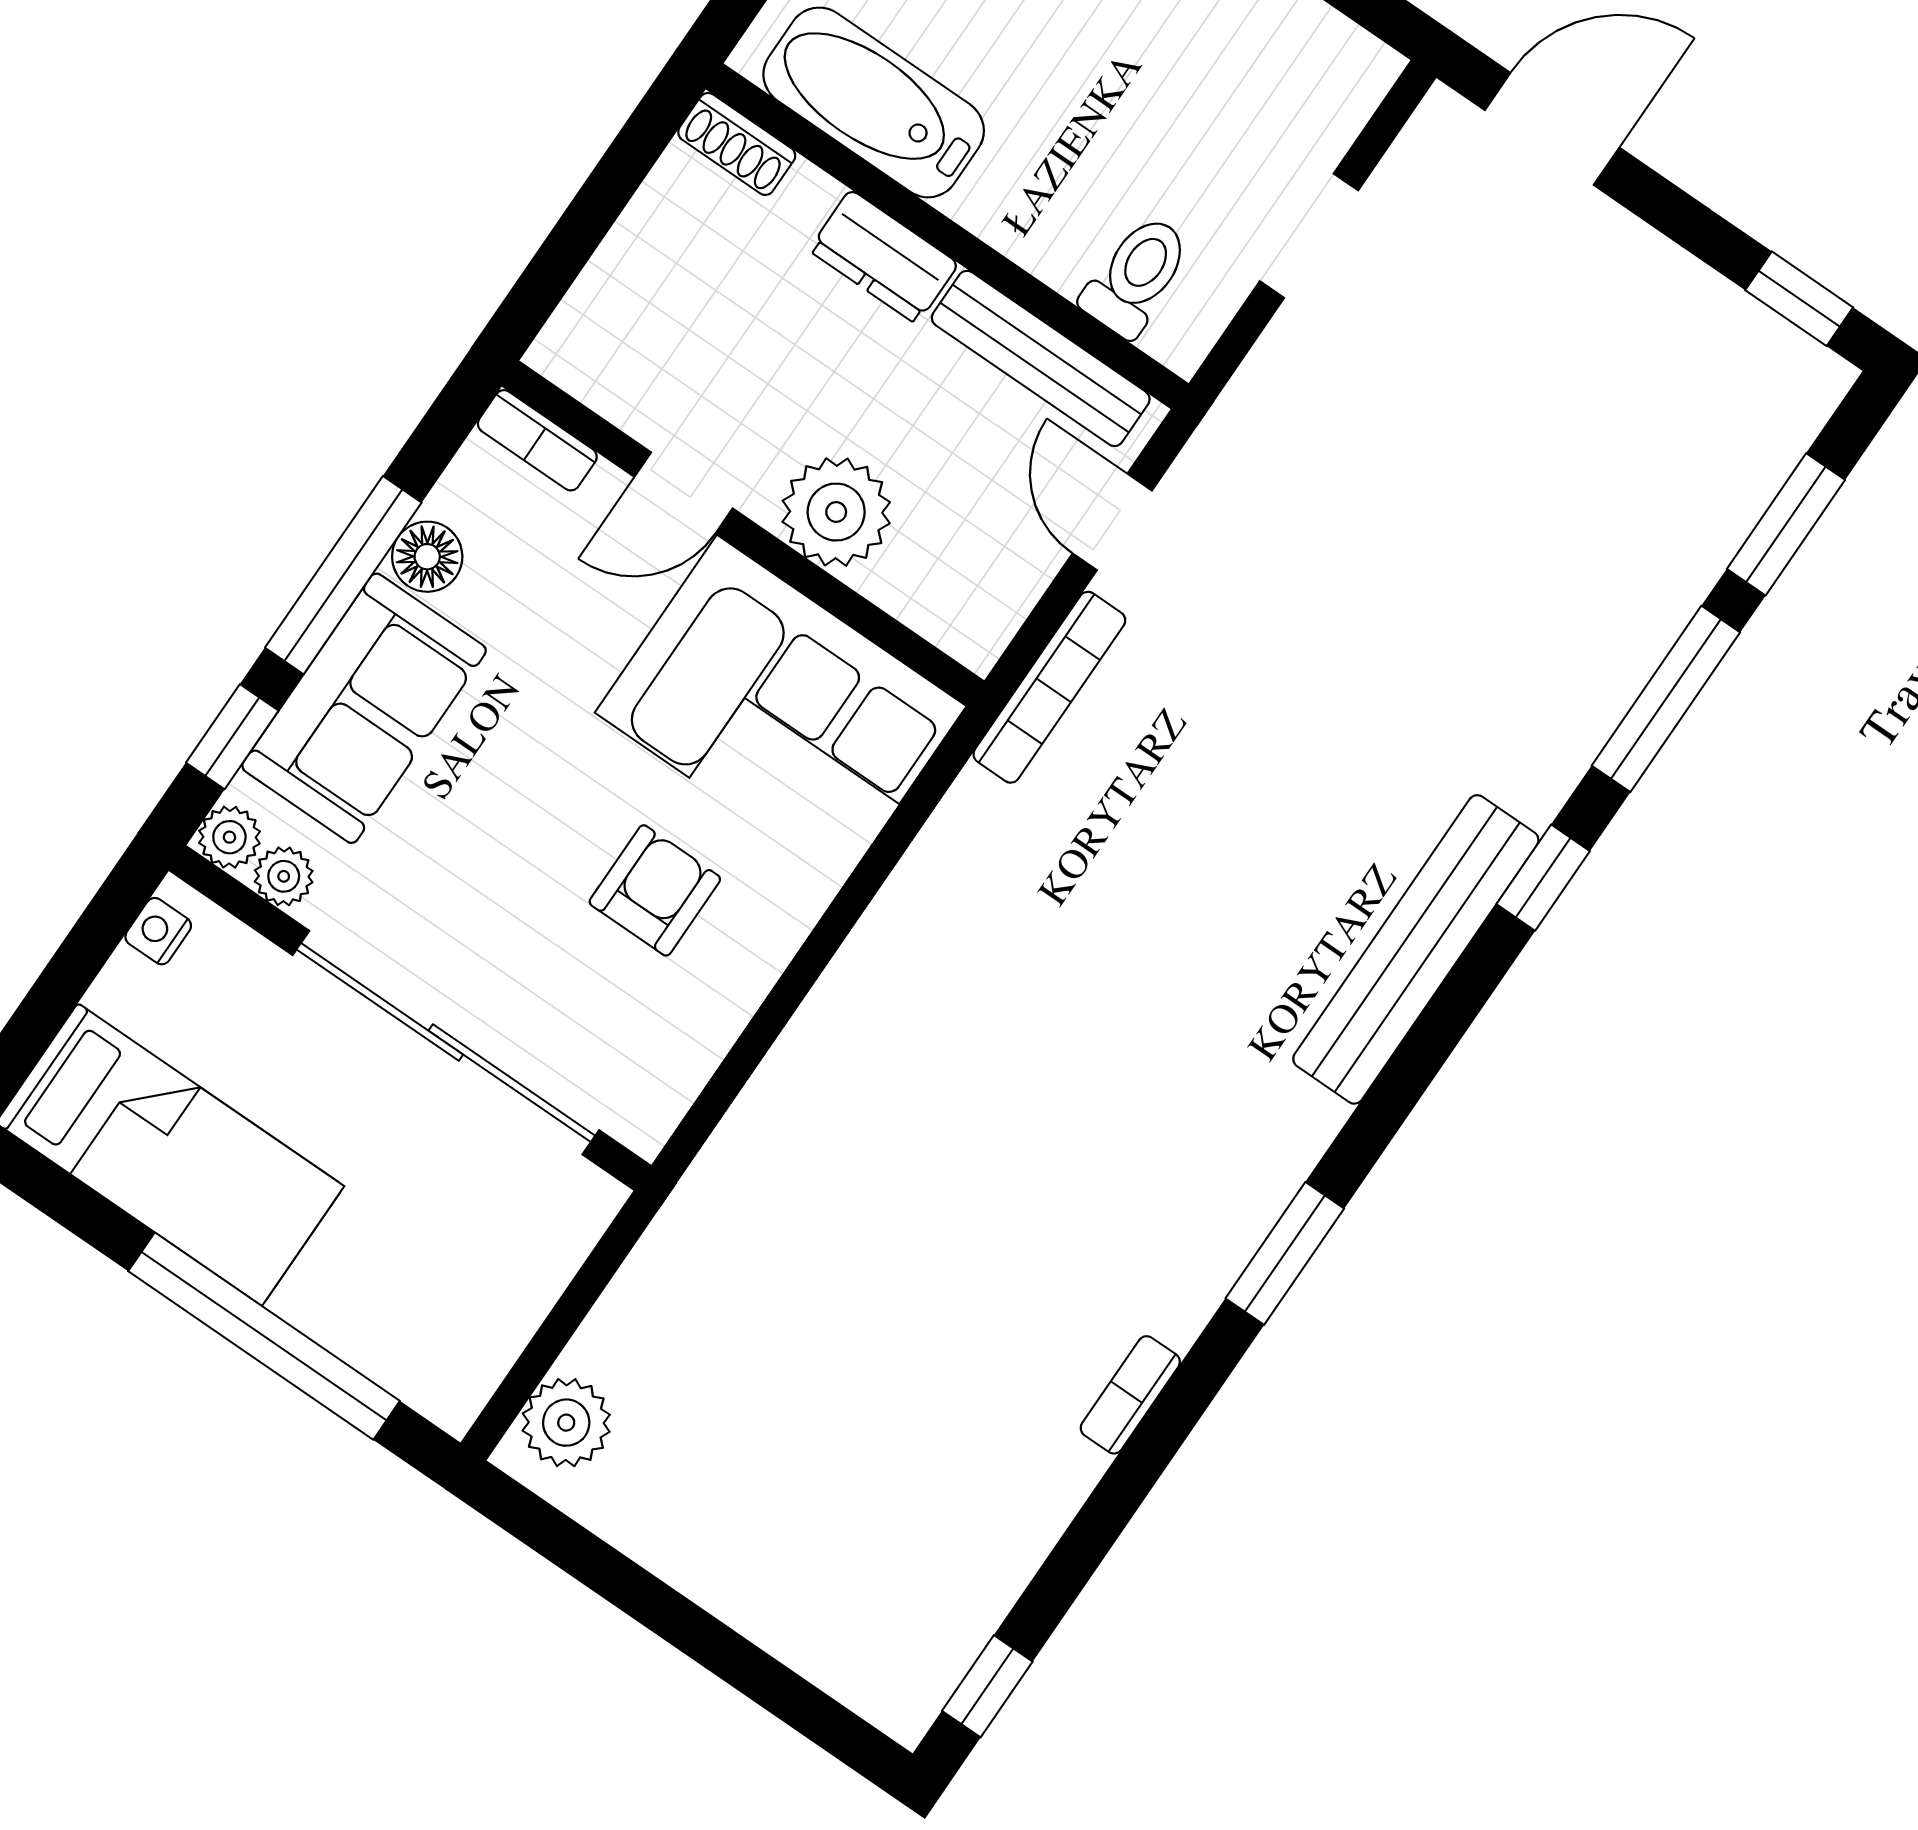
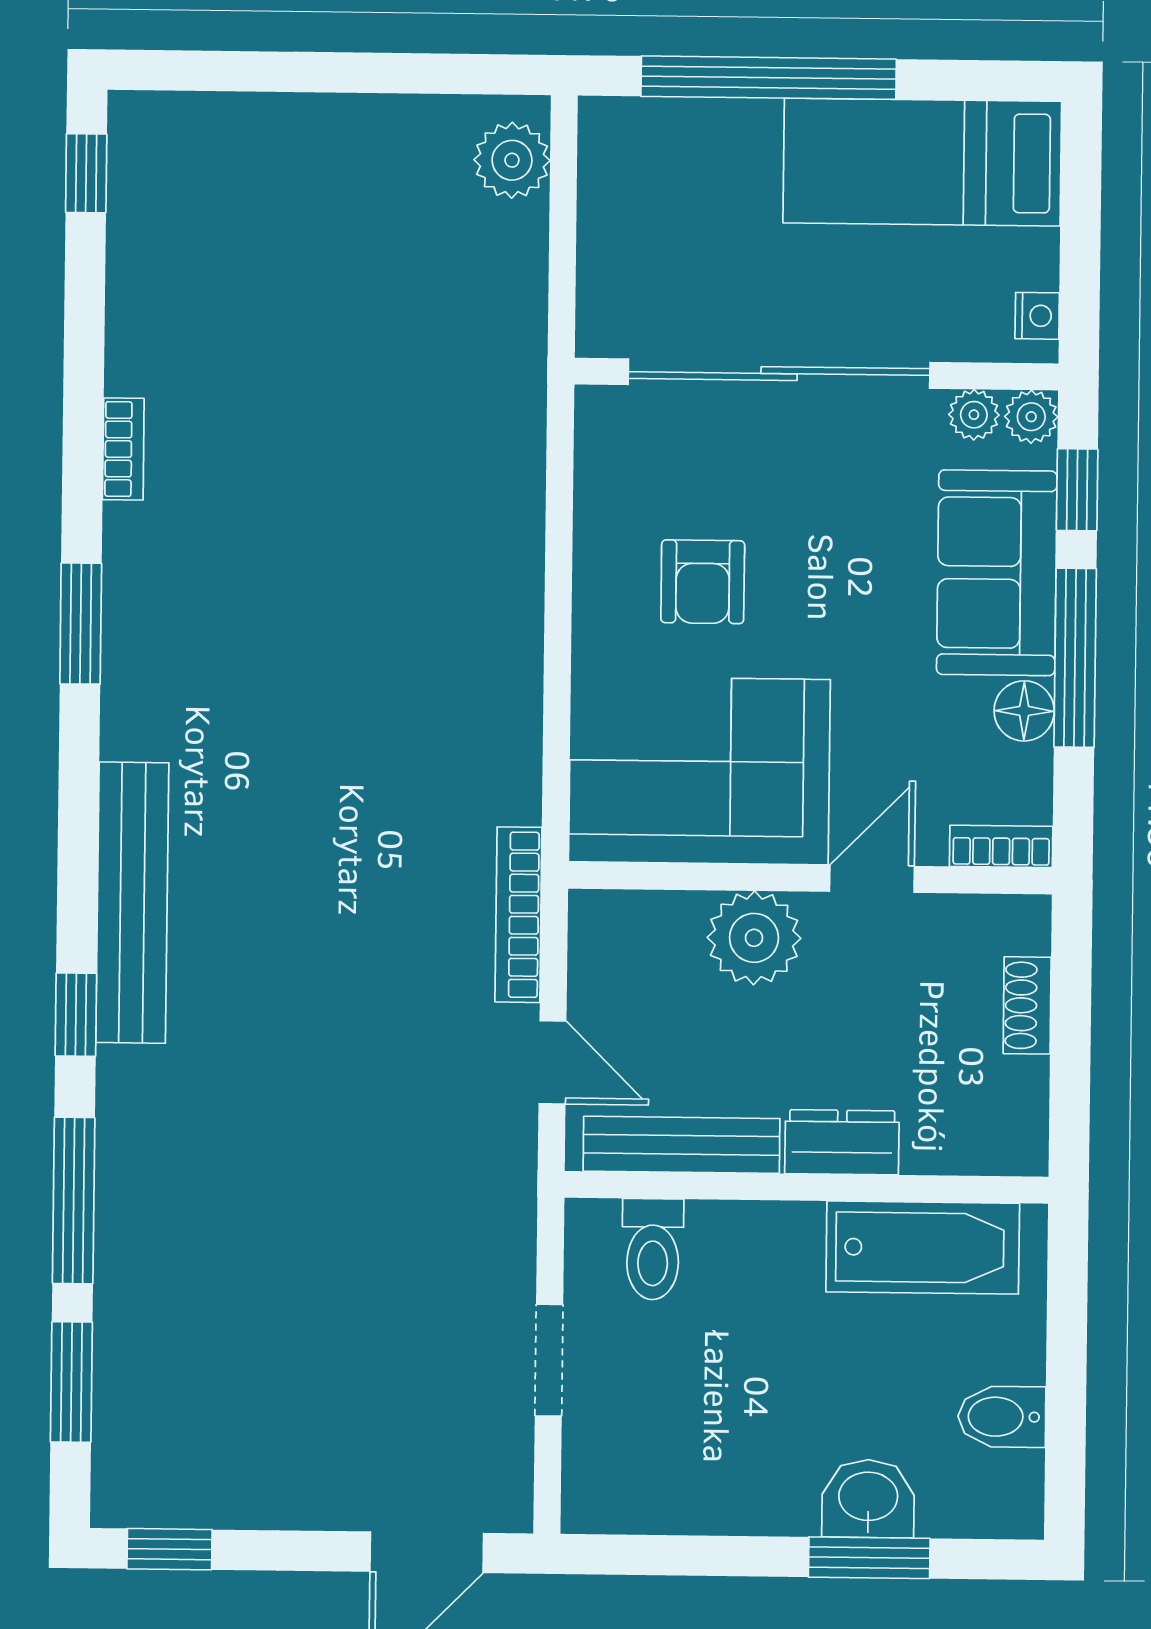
shoe rack: (737, 144) -> (1027, 1005), moved, turned -90

